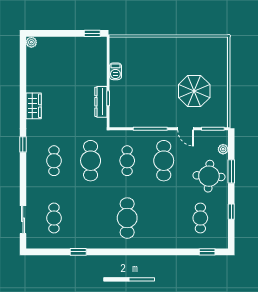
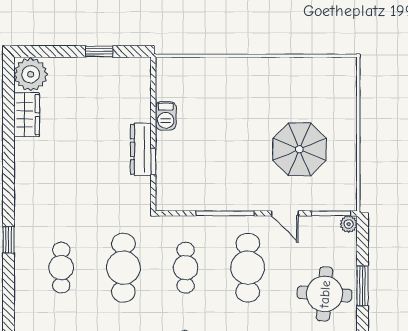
window: (92, 33) -> (99, 51), moved
plant: (31, 42) -> (31, 74), width x1.88, depth x1.88
dresser: (101, 102) -> (141, 149), moved
wardrobe: (34, 106) -> (27, 115), moved
plant: (223, 149) -> (349, 224), moved

